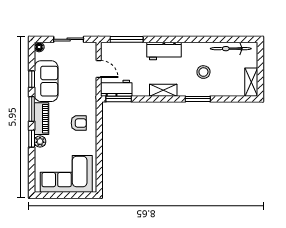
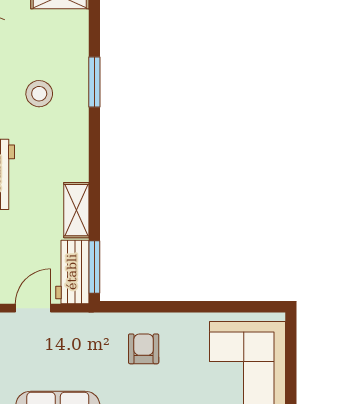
shelving: (163, 90) -> (76, 210), moved
window: (198, 99) -> (94, 82), moved

